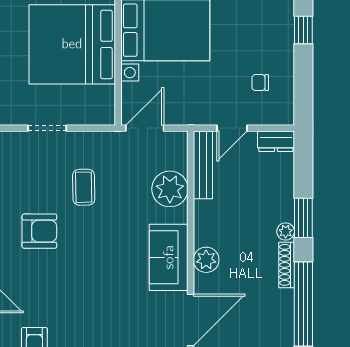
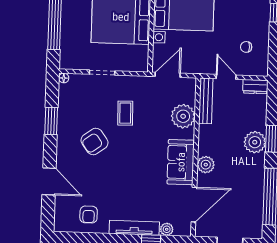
door: (232, 128) -> (226, 77), swing flipped
armchair: (39, 231) -> (95, 141), turned 144
plant: (286, 232) -> (255, 142), width x1.88, depth x1.88
shoe rack: (287, 265) -> (260, 170), removed

